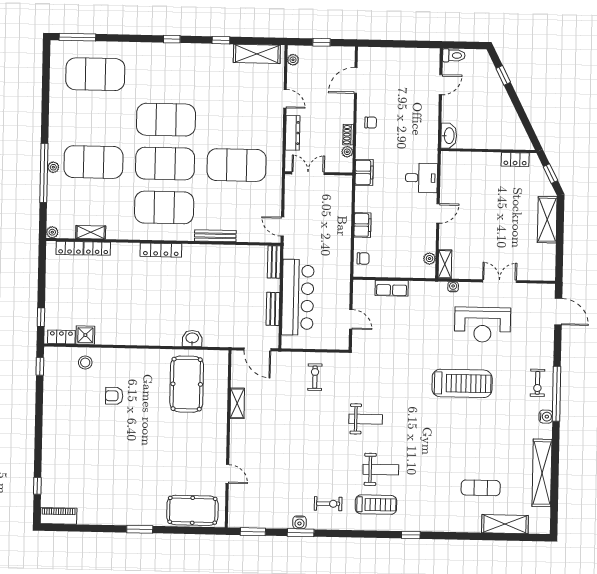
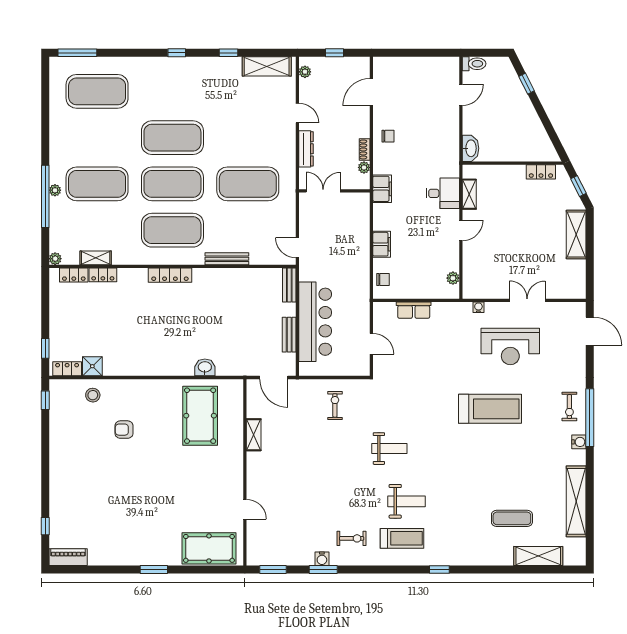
shelving: (445, 264) -> (469, 194), moved

